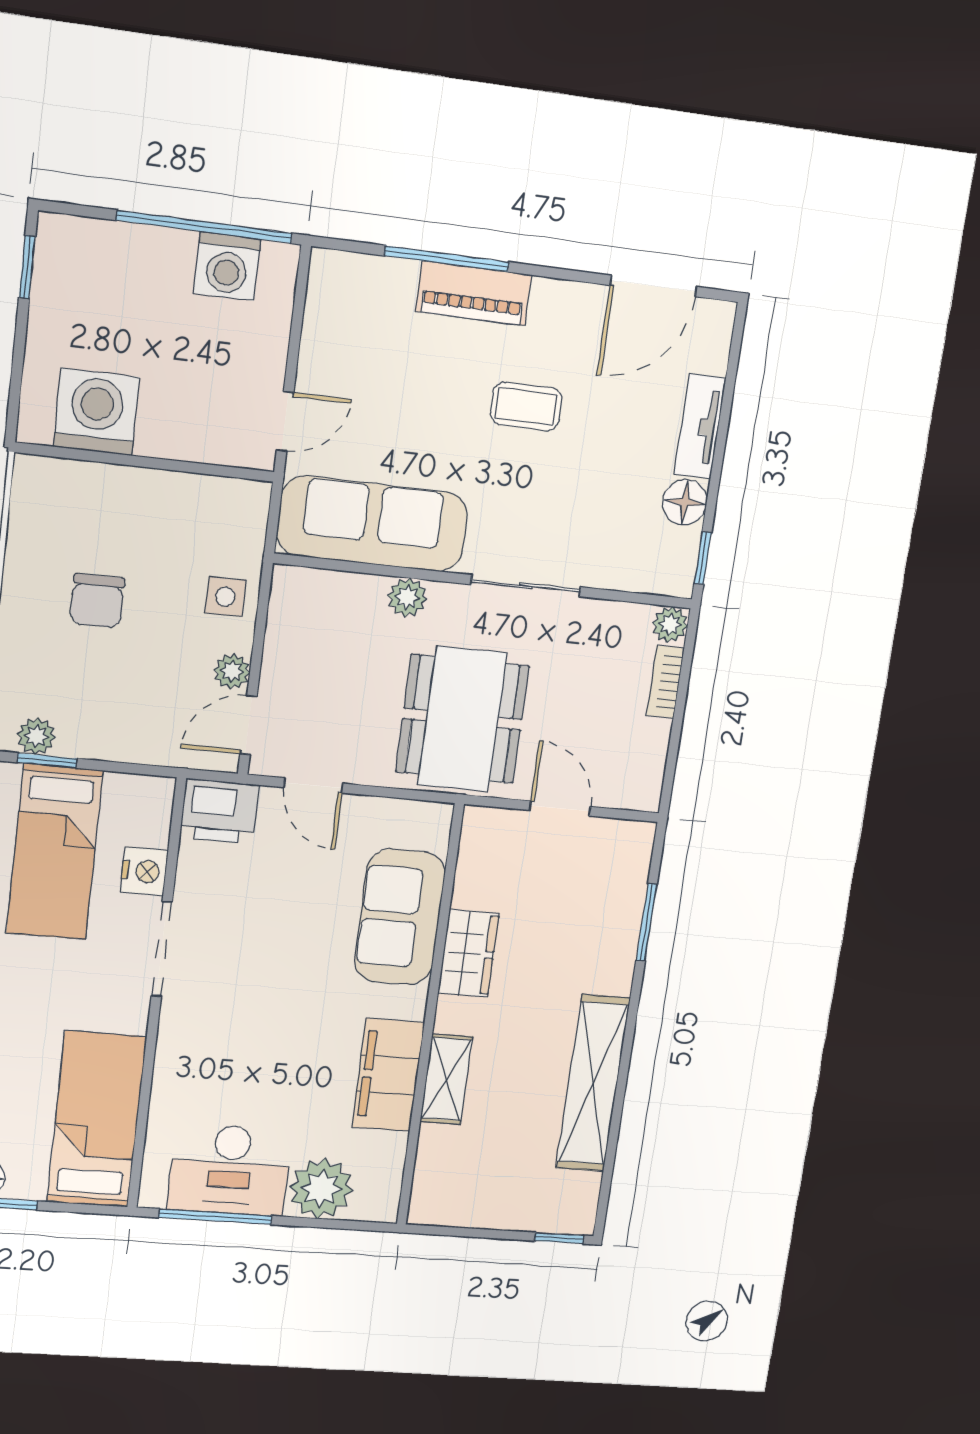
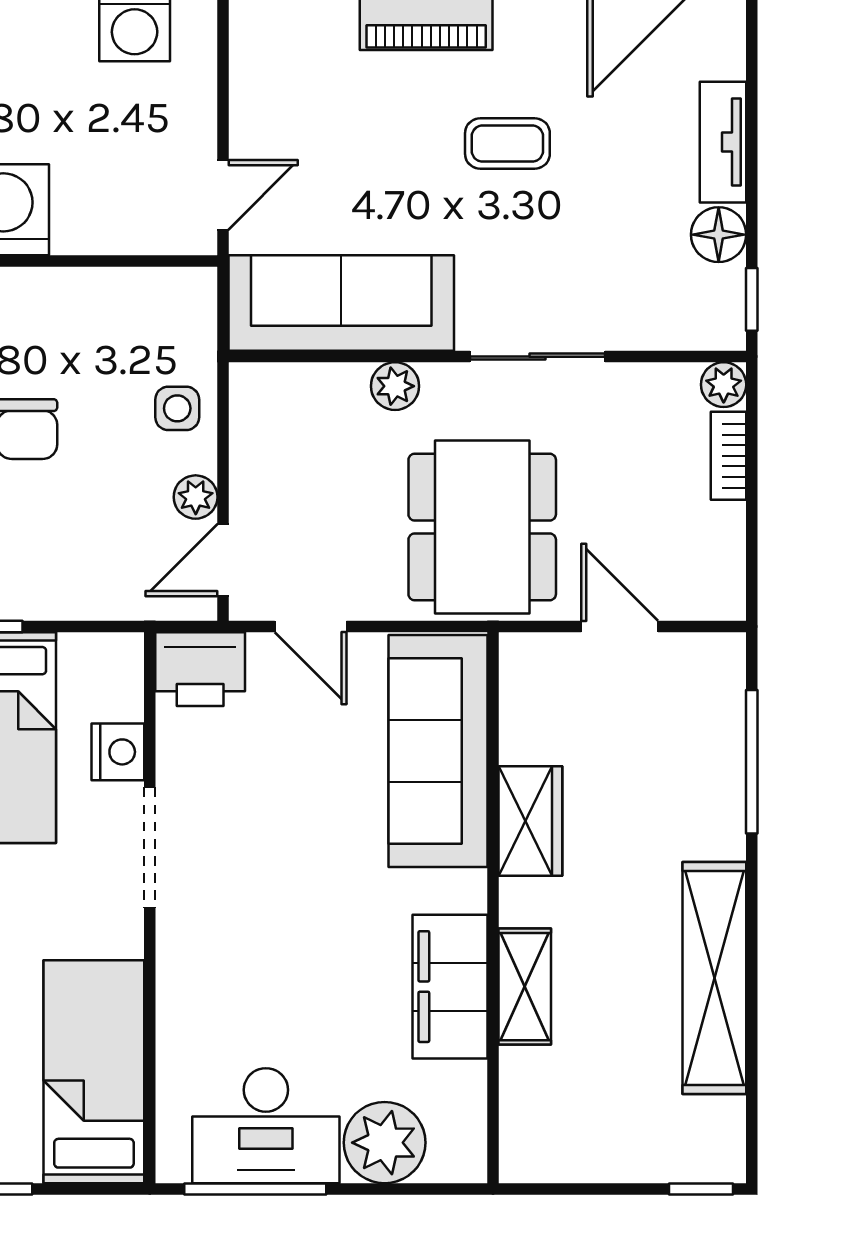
sofa: (400, 917) -> (438, 751), width x1.36
window: (646, 922) -> (752, 762), width x1.44

